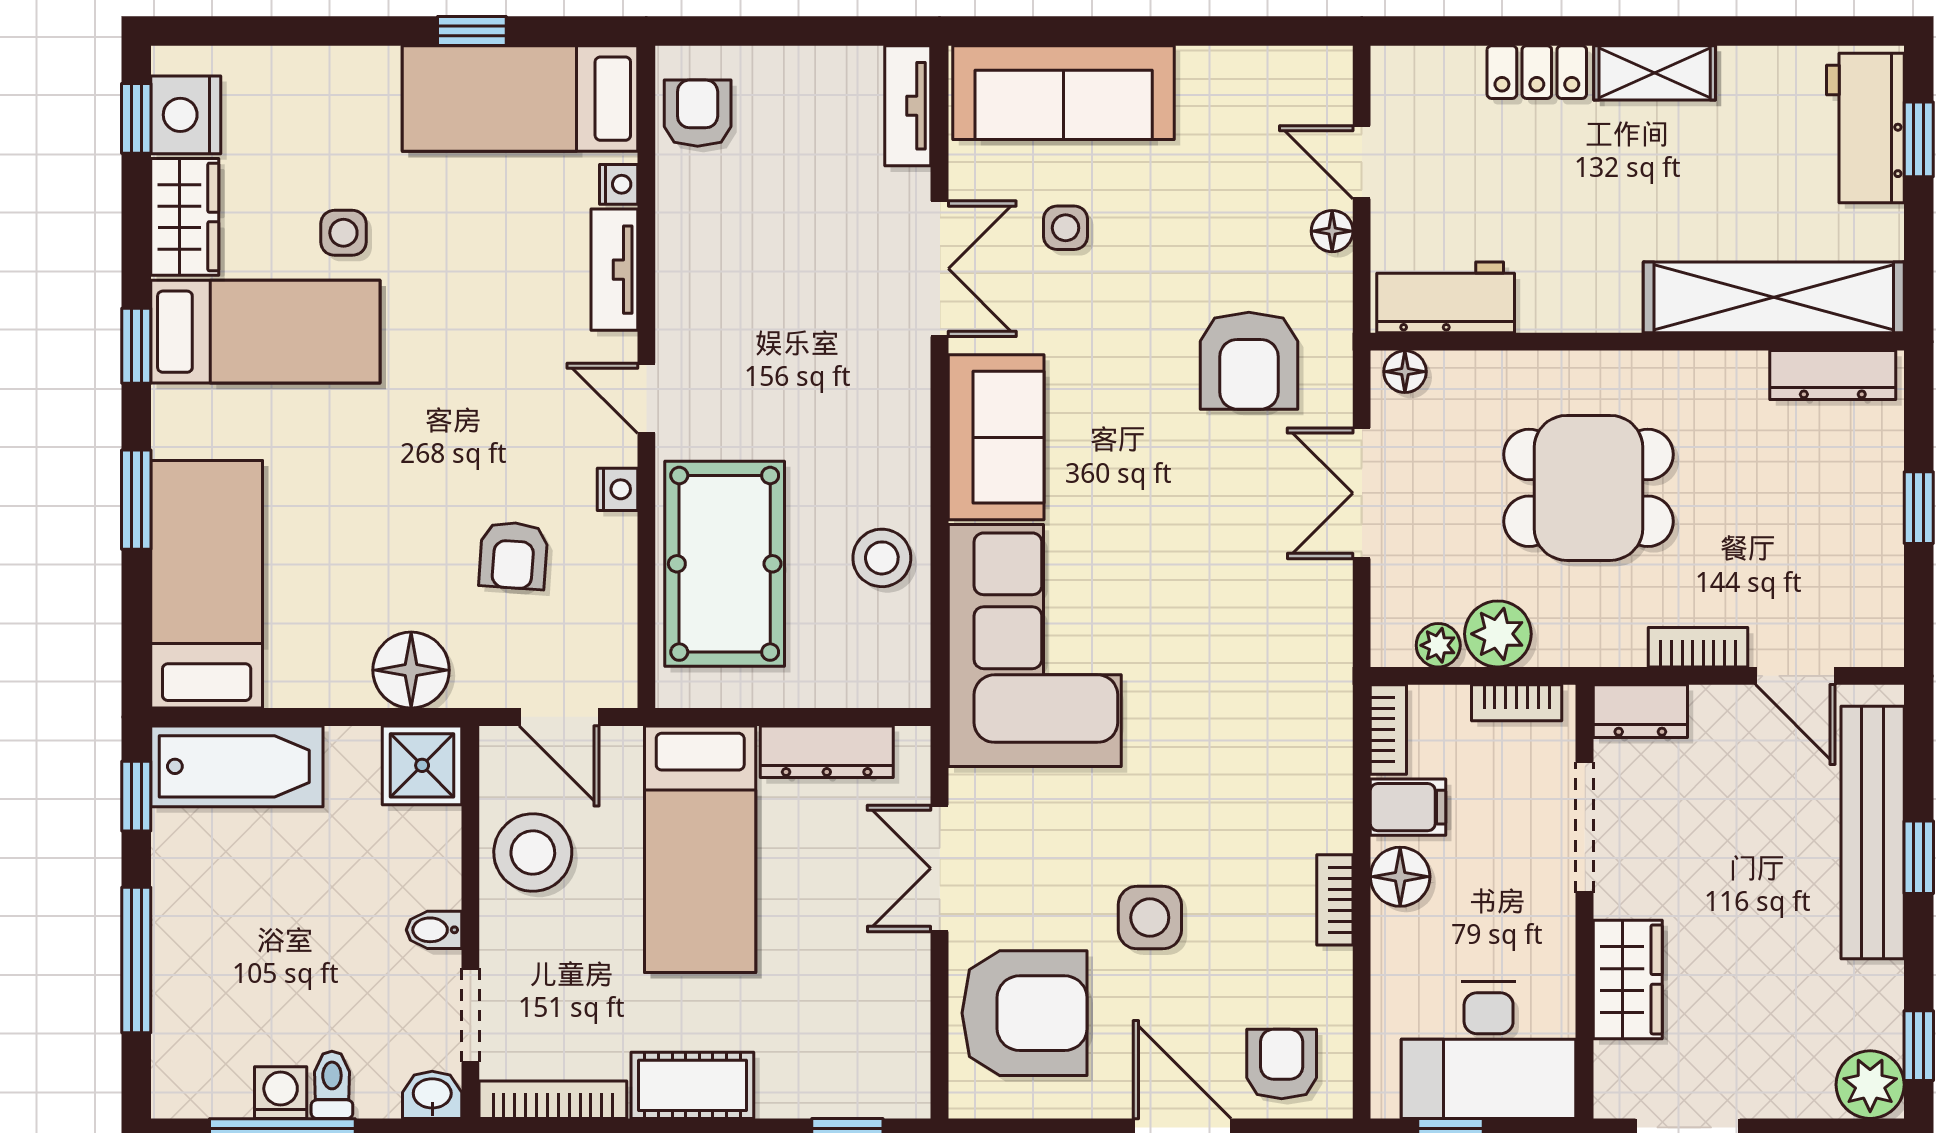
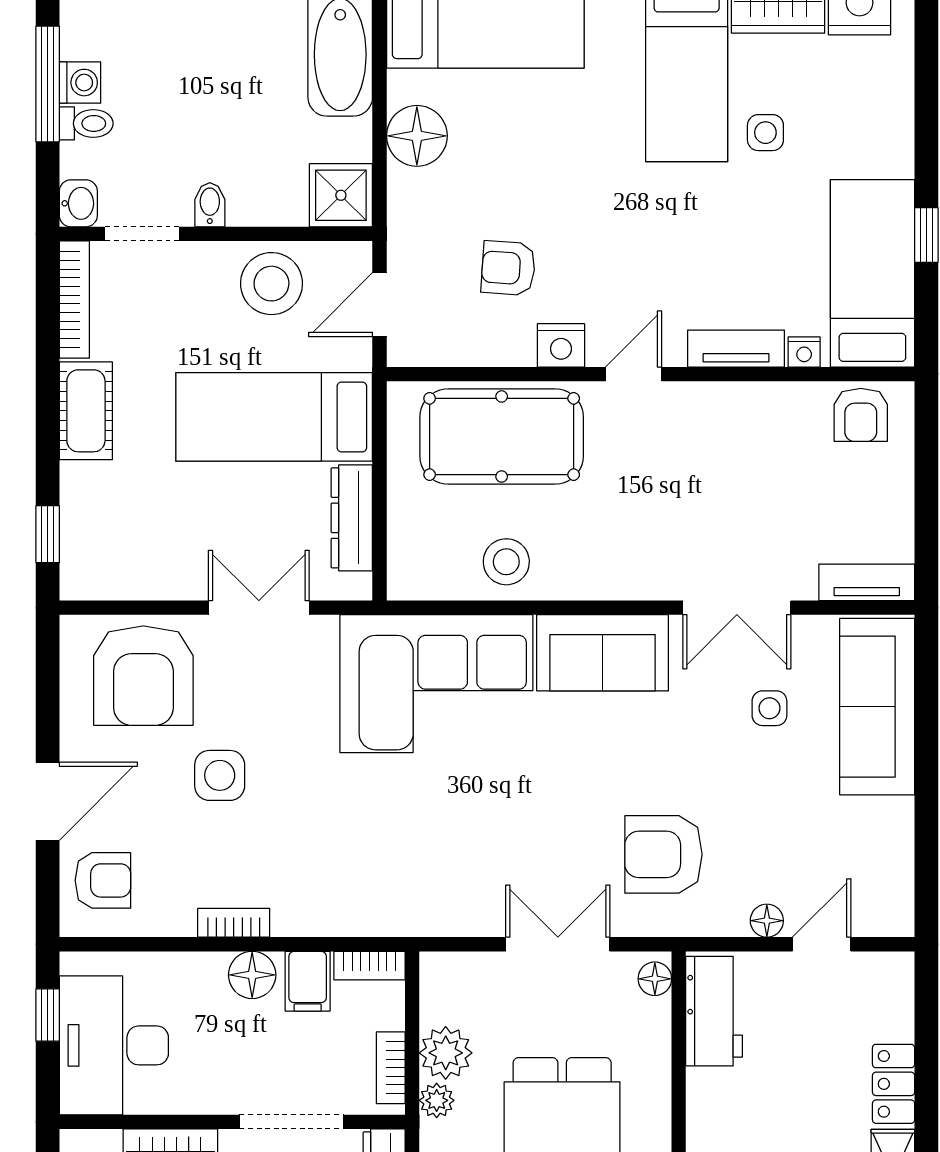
armchair: (698, 113) -> (861, 415), turned 90
nightstand: (617, 489) -> (561, 345), width x1.39, depth x1.35
plant: (1438, 645) -> (437, 1100), moved
floor lamp: (411, 670) -> (417, 136), moved

